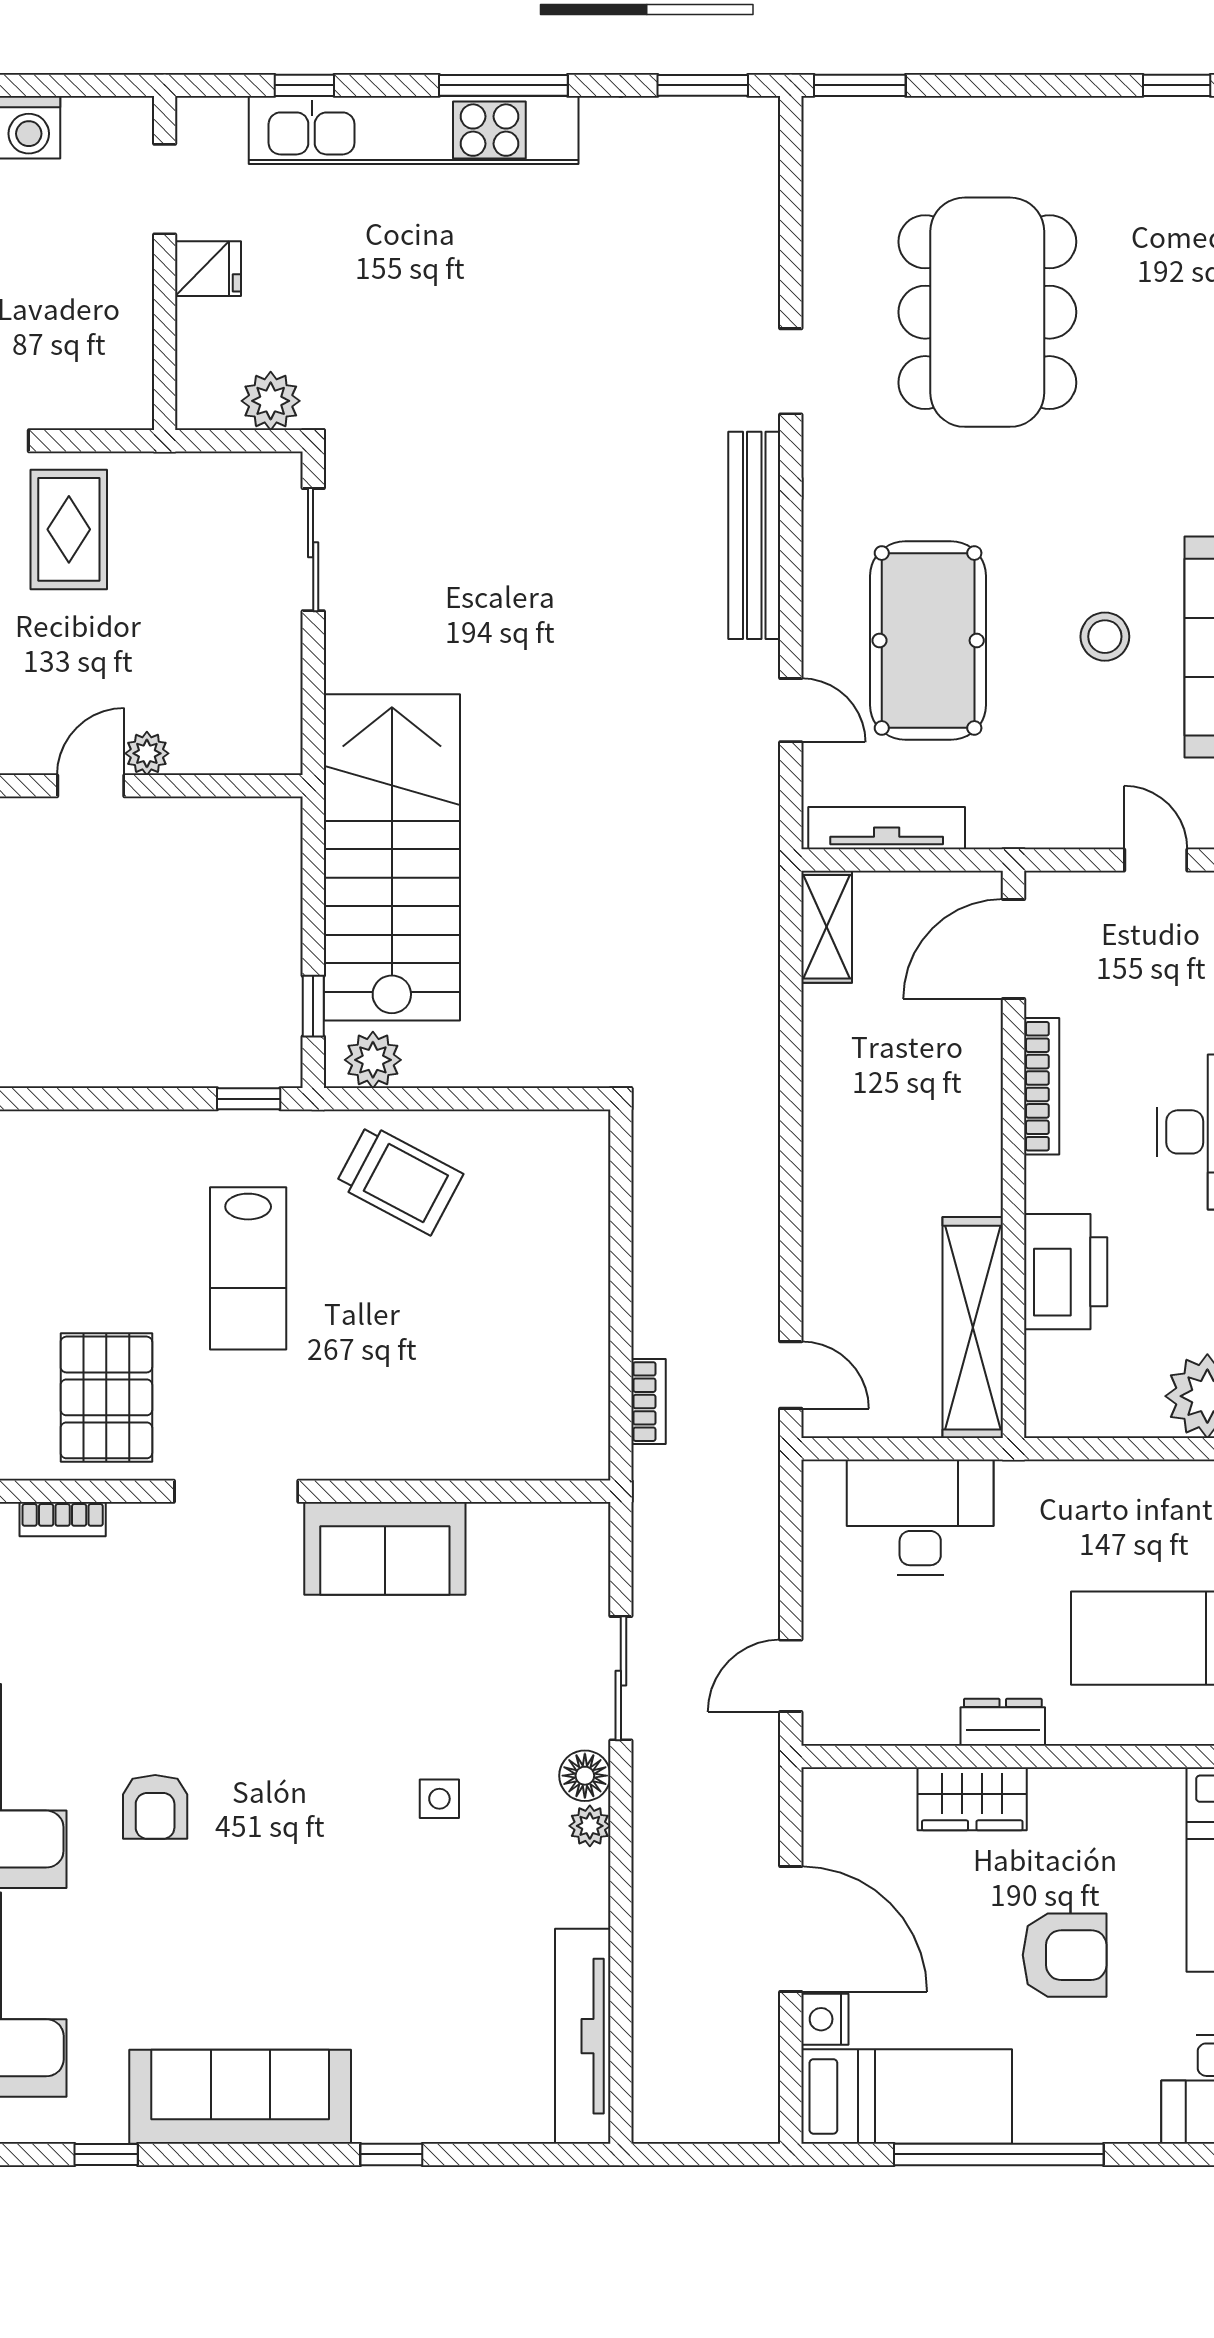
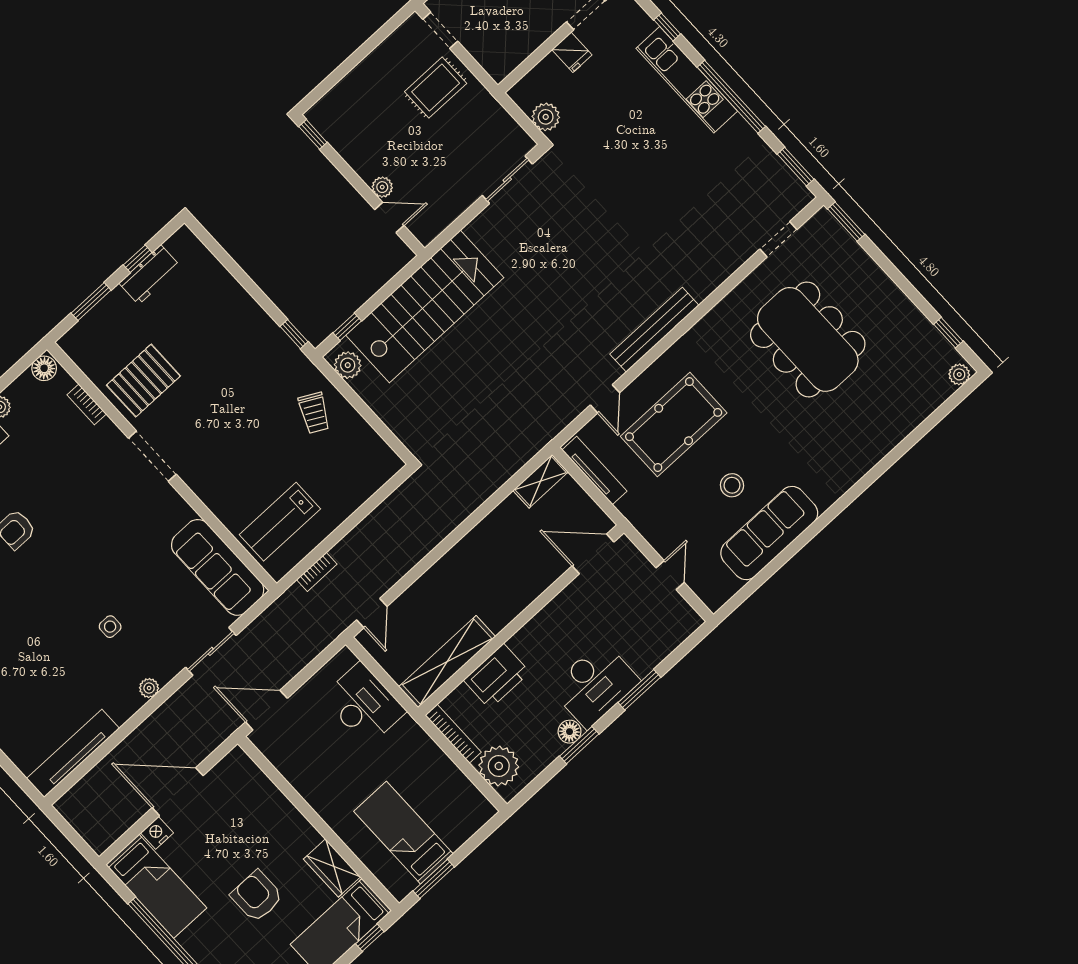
window: (503, 85) -> (731, 97), width x1.46
kitchen unit: (414, 130) -> (687, 80), width x0.73
dining table: (987, 312) -> (808, 339), turned 90
doorway: (791, 371) -> (778, 239), moved
door: (91, 786) -> (389, 218), moved
bookcase: (1042, 1086) -> (453, 734), moved, turned -90
trolley: (399, 1179) -> (314, 413), width x0.73, depth x0.72
lab bench: (248, 1268) -> (280, 522), moved
sofa: (385, 1548) -> (218, 567), moved, width x1.36
door: (791, 1676) -> (266, 710), width x1.38
dresser: (1003, 1722) -> (319, 799), removed
floor lamp: (585, 1776) -> (165, 670), removed
wardrobe: (972, 1799) -> (332, 868), moved
door: (791, 1929) -> (178, 792), swing flipped
armchair: (1065, 1955) -> (257, 896), turned 180

